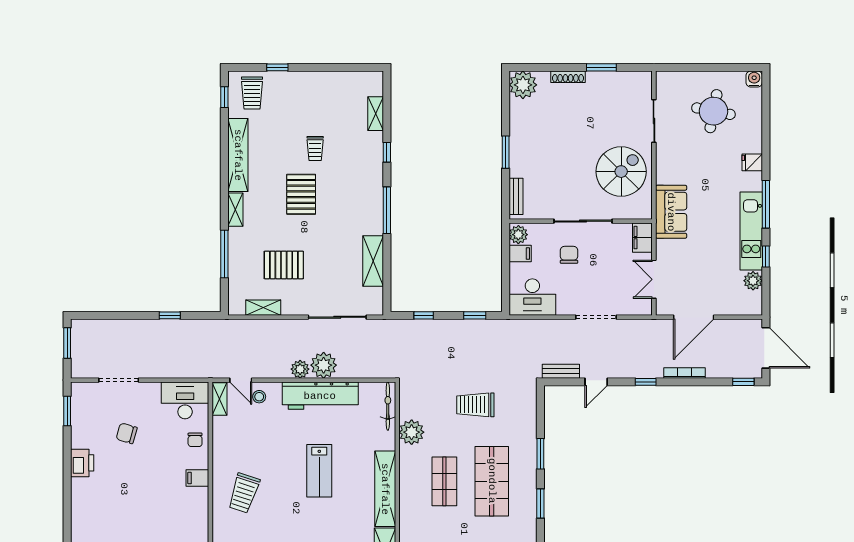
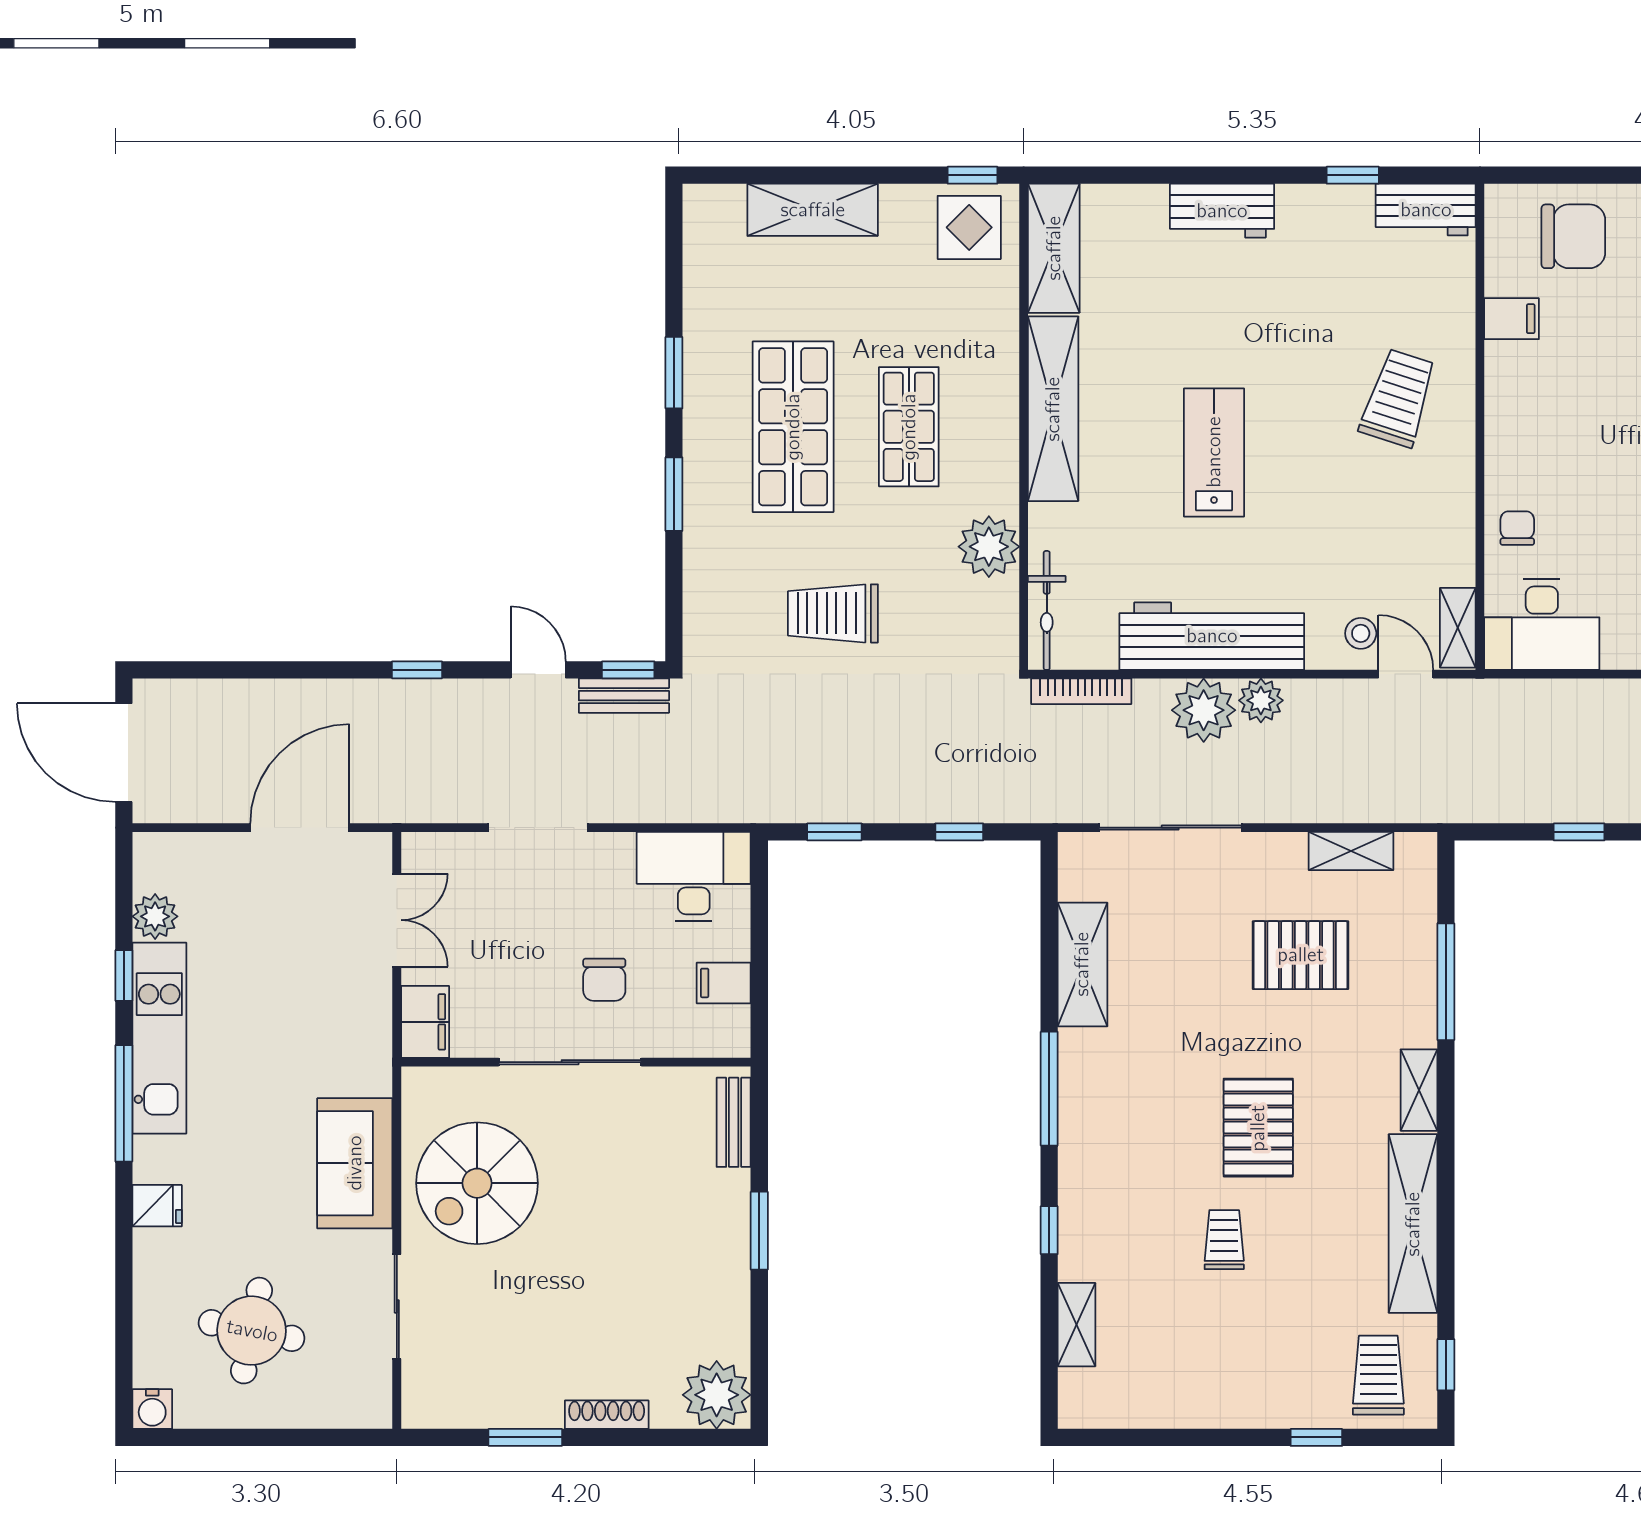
sofa: (671, 212) -> (355, 1163), moved
plant: (518, 235) -> (728, 1029), removed
bookcase: (685, 373) -> (1081, 691), moved
door: (596, 382) -> (538, 670), hinge flipped
window: (743, 382) -> (628, 670), moved
trolley: (475, 405) -> (833, 613), turned 180
filing cabinet: (197, 478) -> (1512, 319), moved

